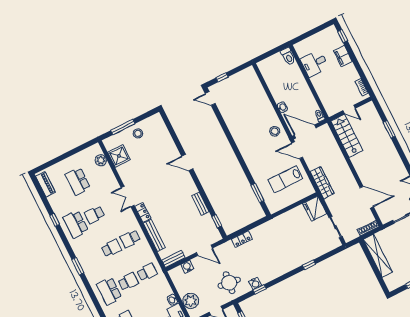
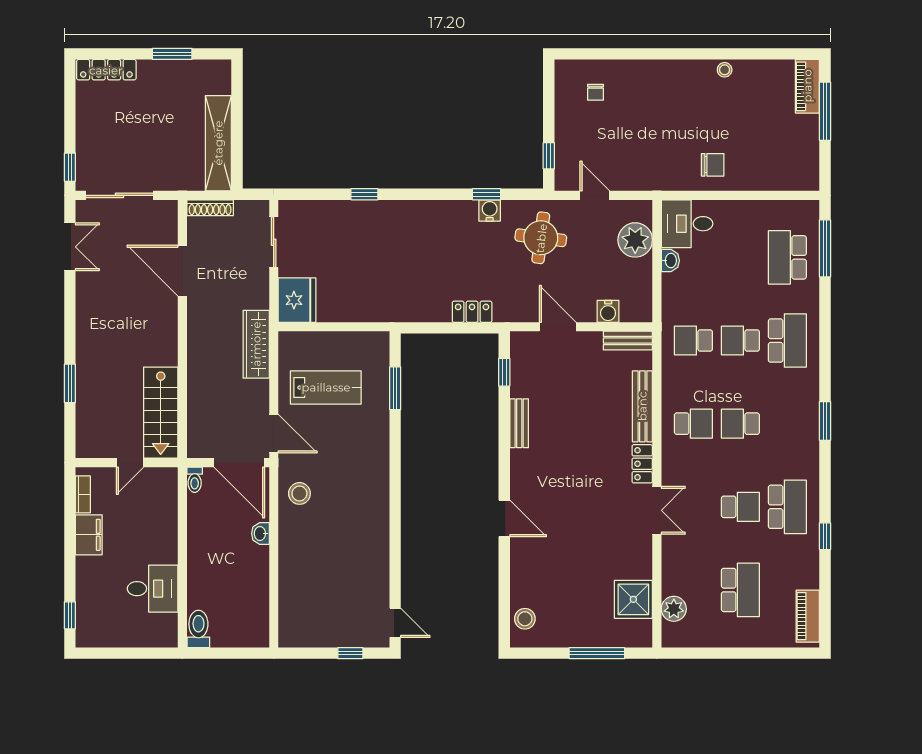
filing cabinet: (343, 56) -> (89, 535), moved
door: (349, 109) -> (130, 463), swing flipped
stool: (138, 133) -> (525, 619), moved

